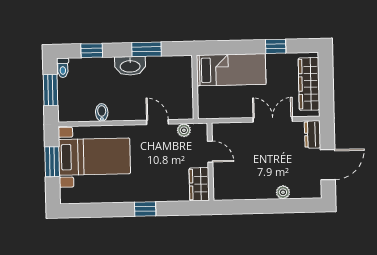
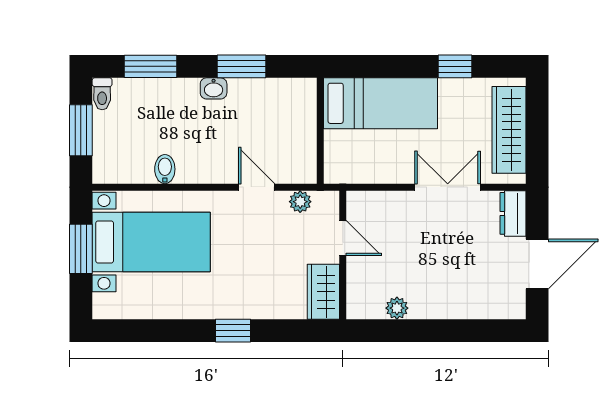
window: (92, 51) -> (151, 66), width x1.50
washbasin: (130, 66) -> (214, 88), width x0.52, depth x0.69
plant: (283, 192) -> (397, 308), moved

